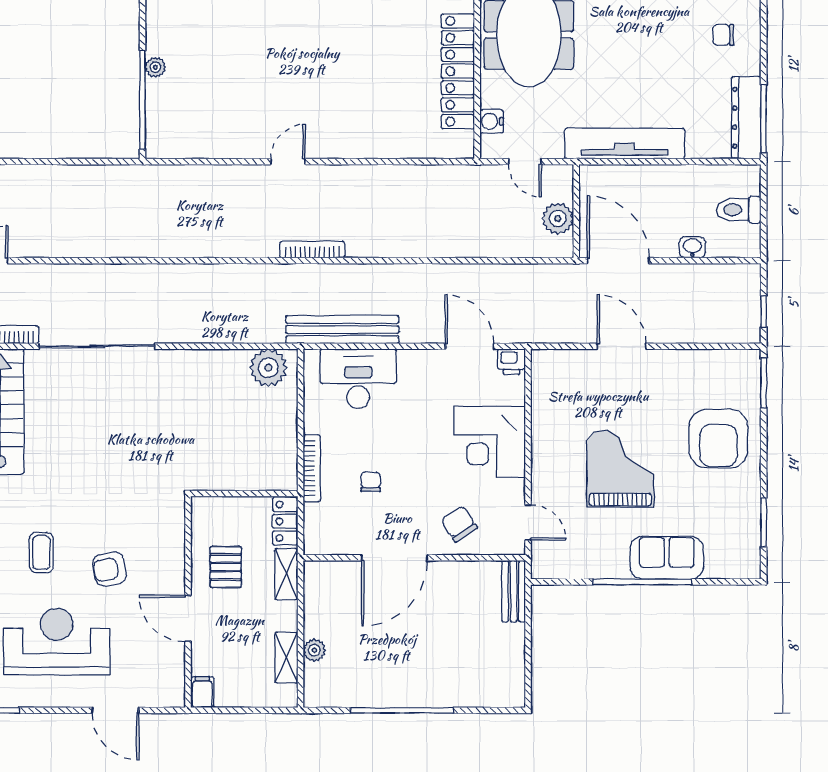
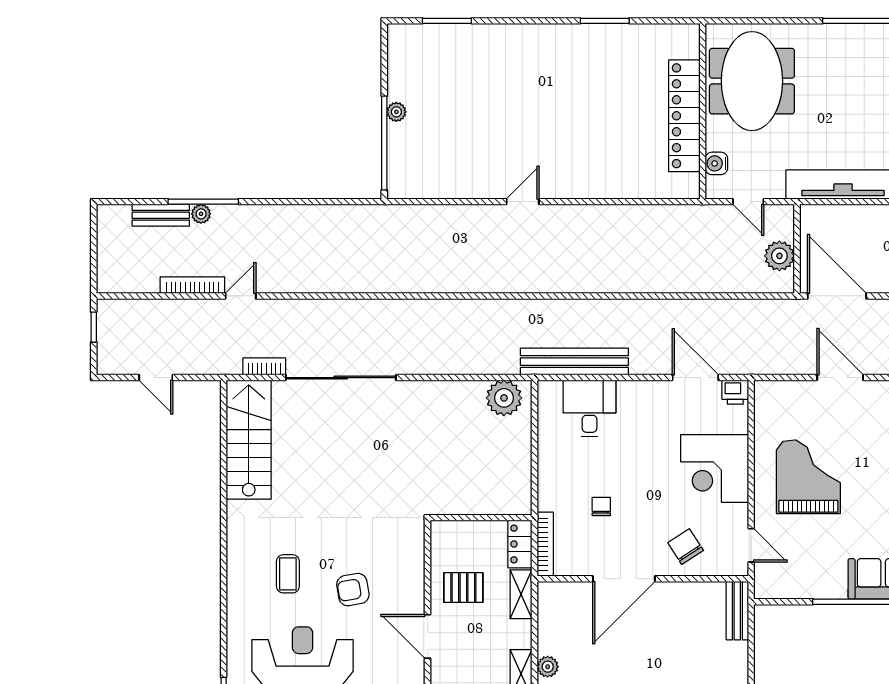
bookcase: (312, 250) -> (546, 285), removed
desk: (358, 379) -> (590, 408), width x0.73
bookcase: (312, 468) -> (545, 544), moved
grand piano: (620, 469) -> (808, 477), moved
pallet: (226, 567) -> (463, 588), turned 90

